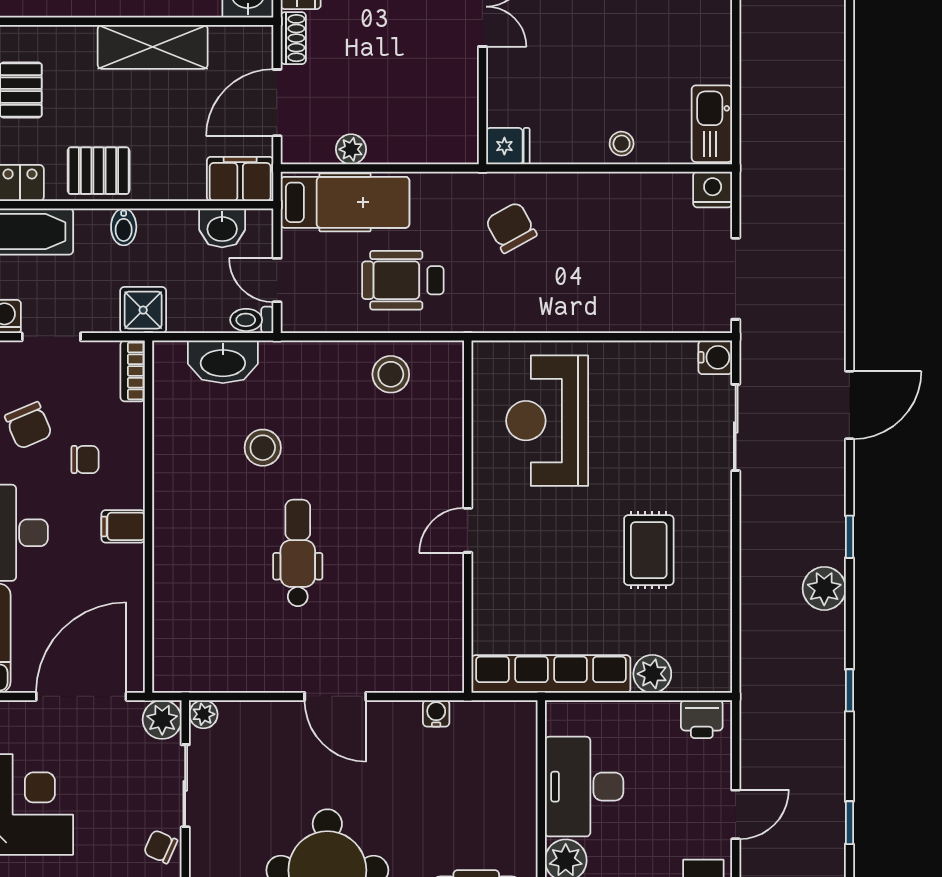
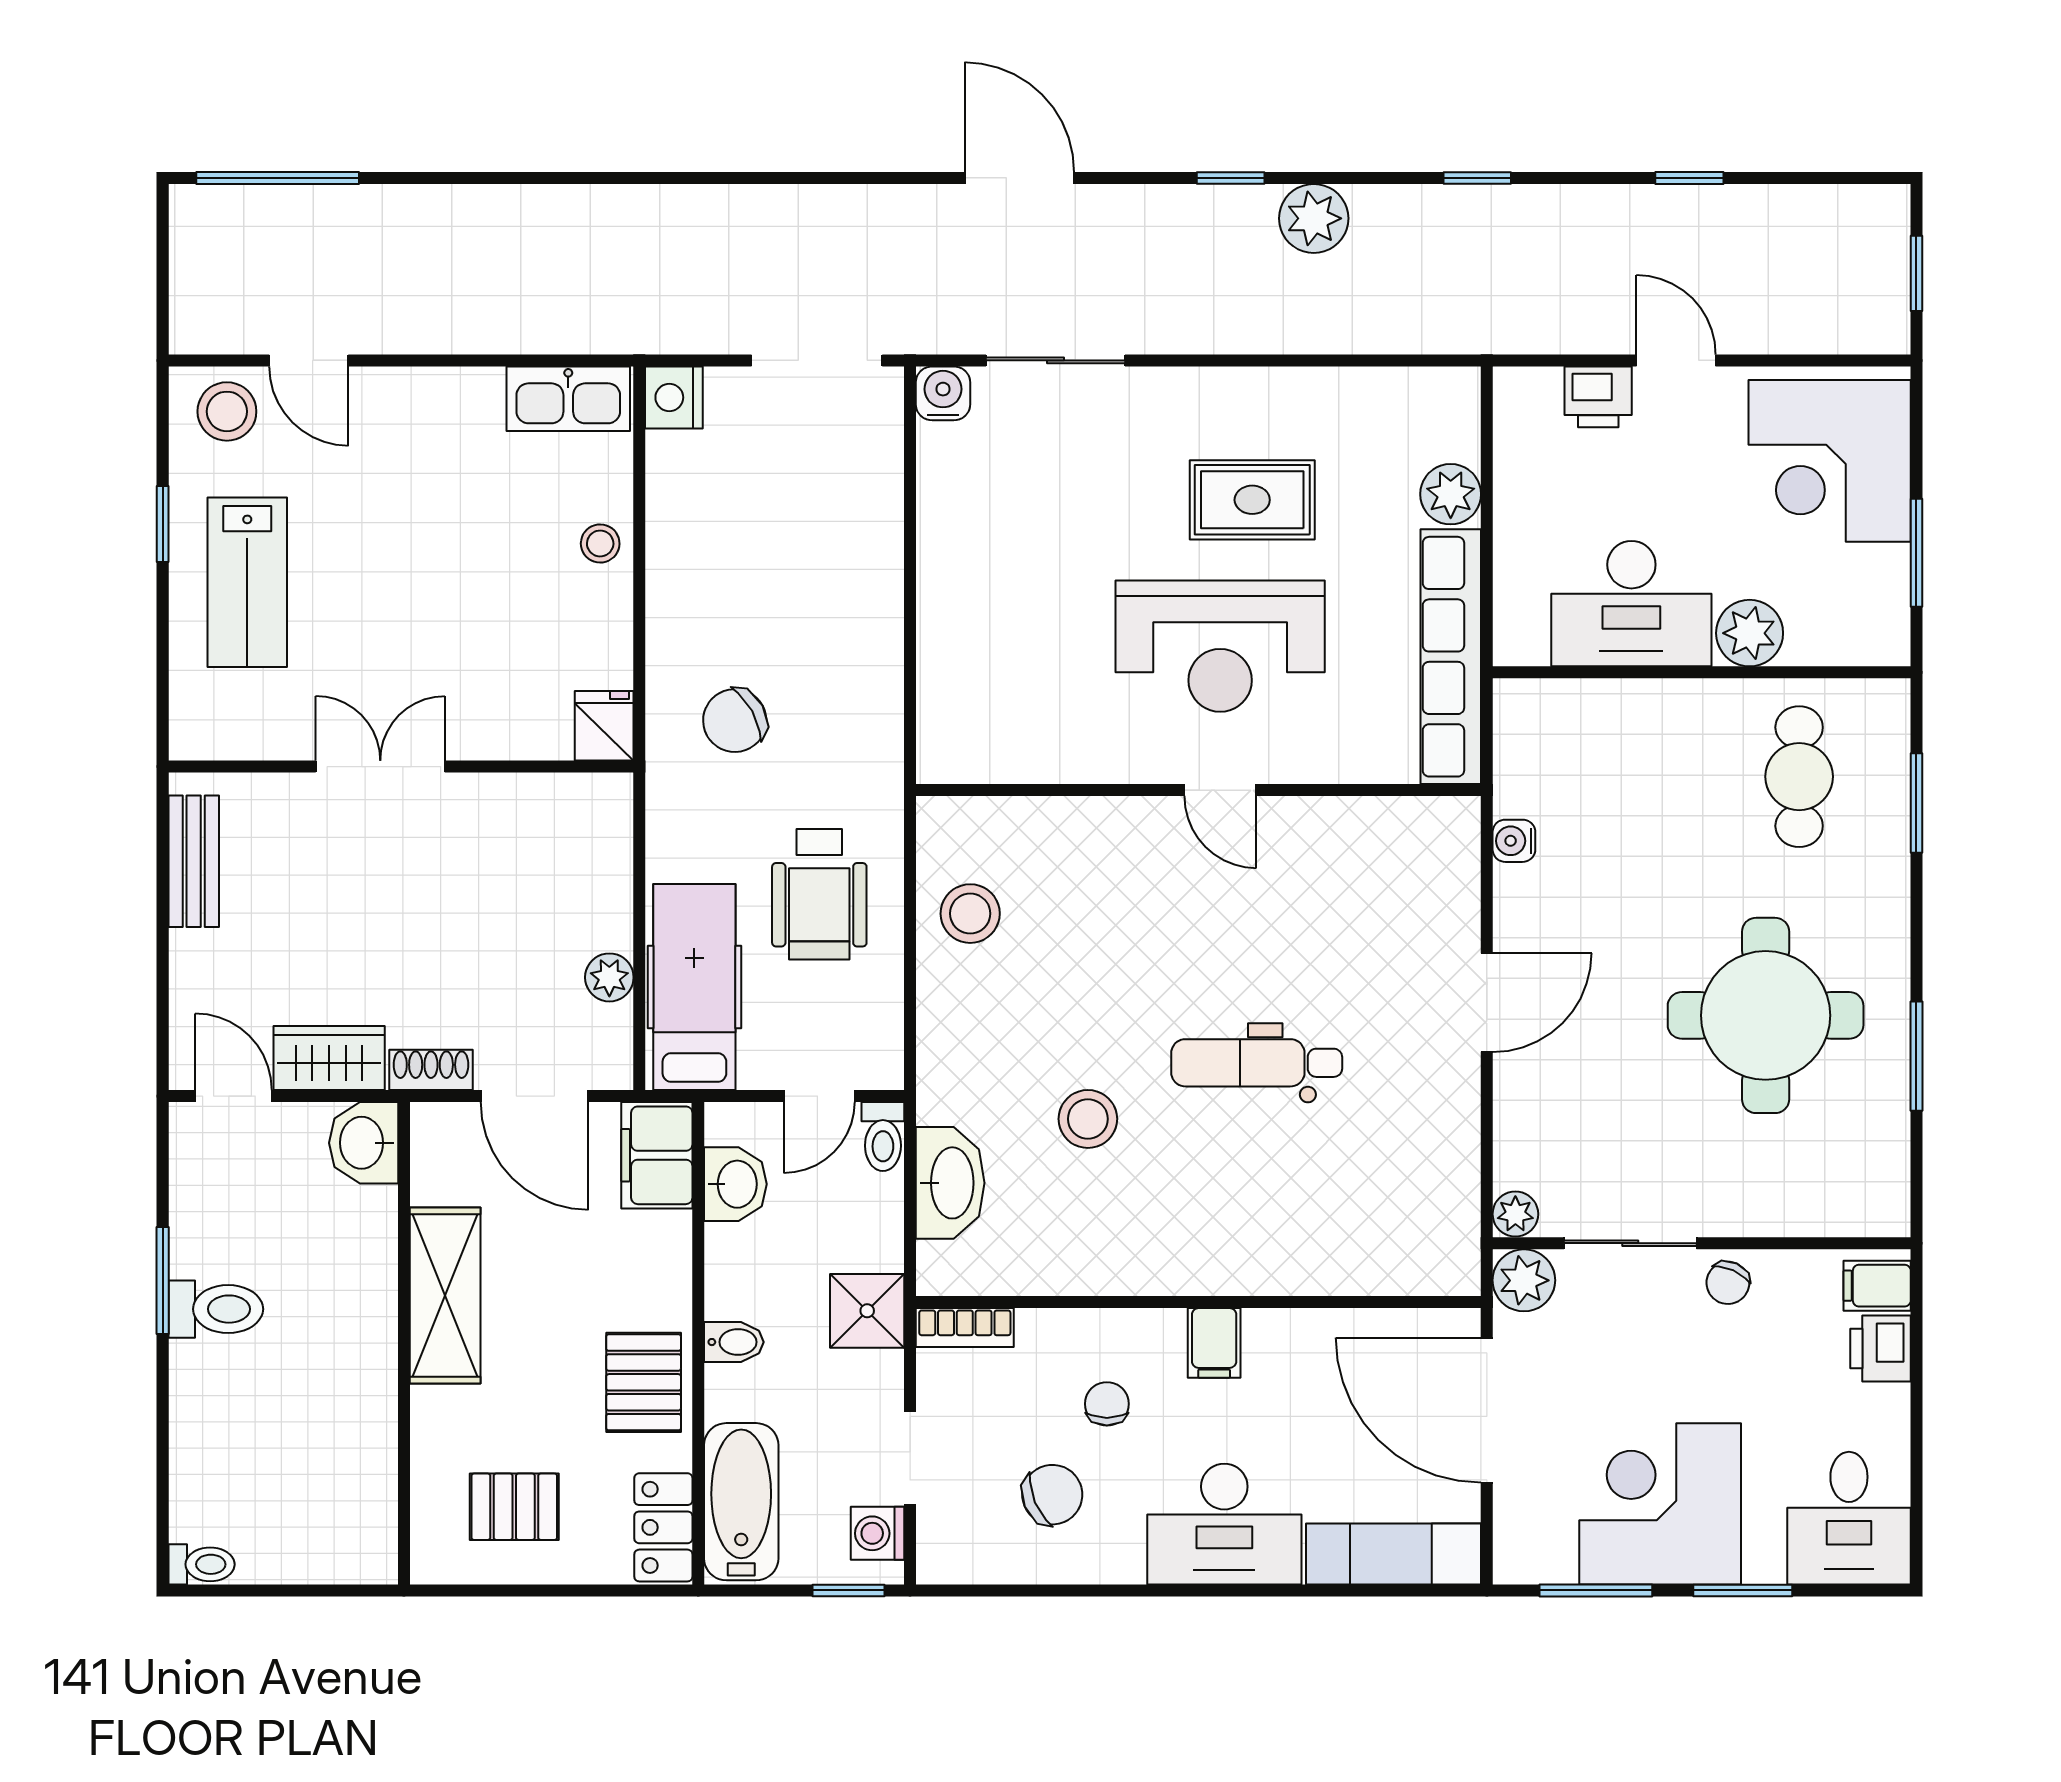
reception desk: (547, 421) -> (1220, 646), moved
printer: (702, 719) -> (1598, 397), moved, turned 90

